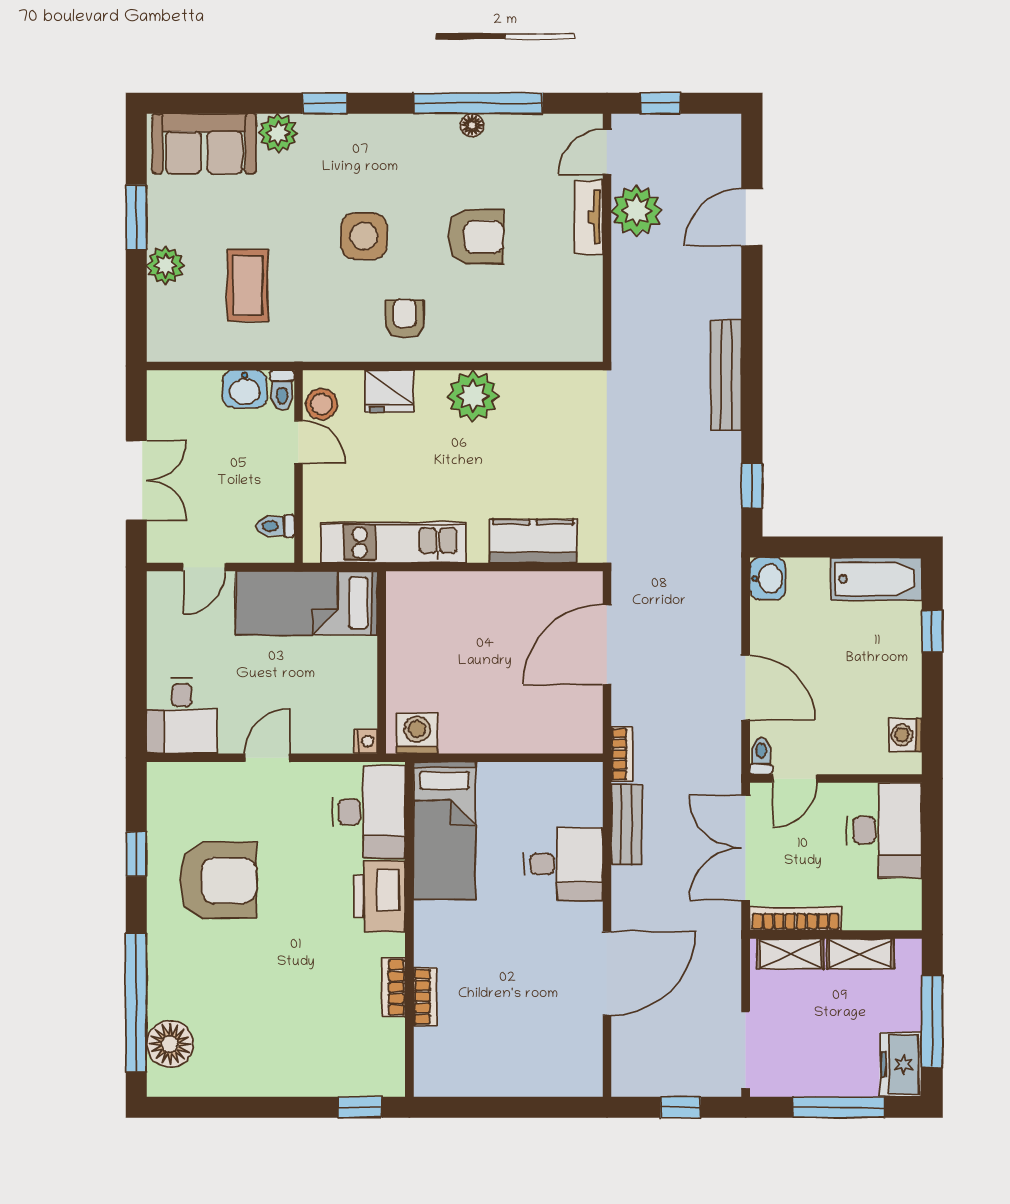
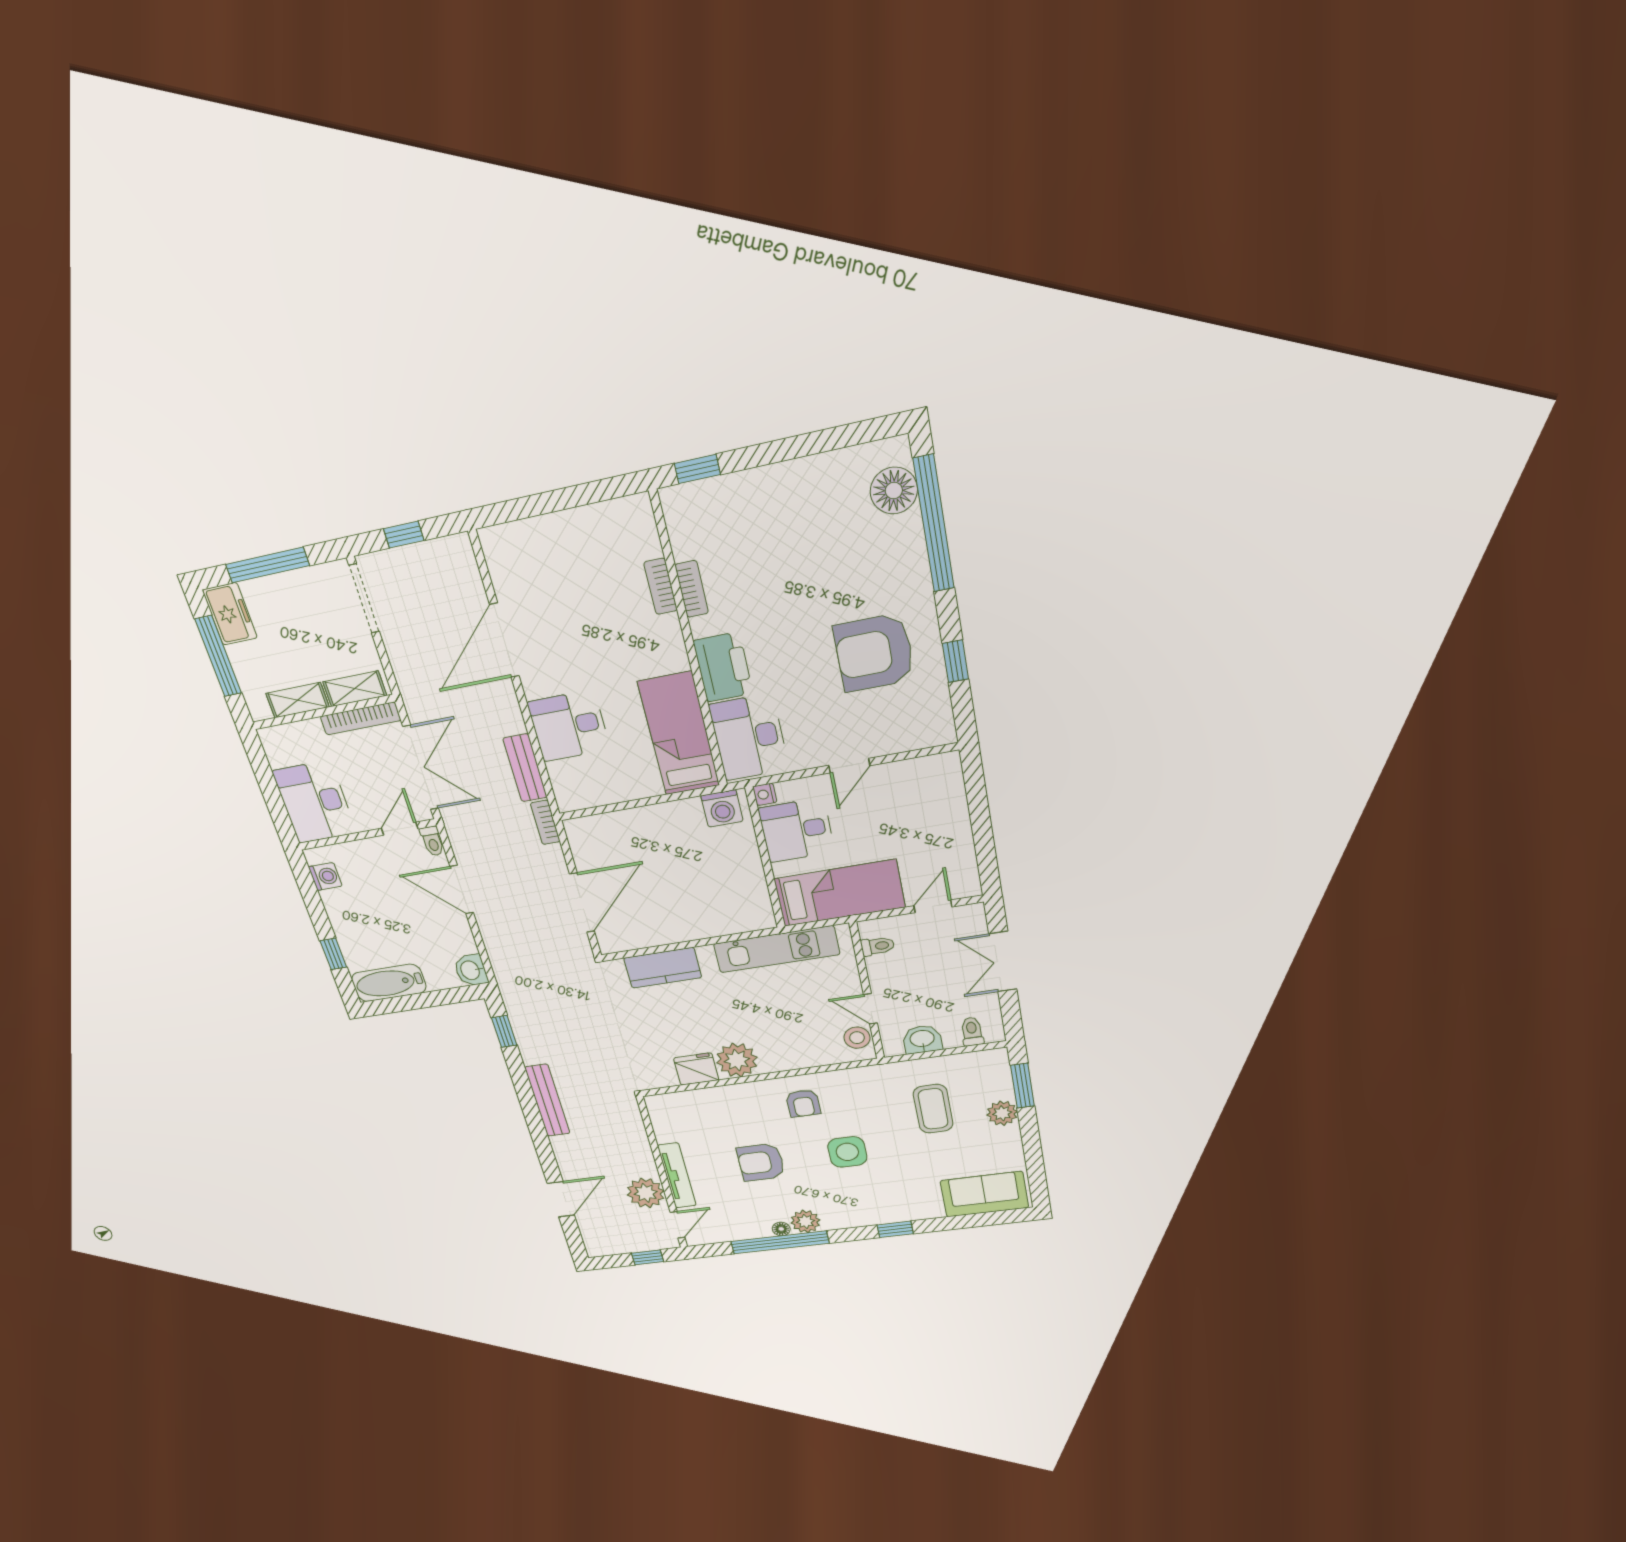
plant: (278, 133) -> (805, 1221), moved
window: (136, 217) -> (1022, 1086), moved
tv unit: (589, 217) -> (677, 1175), width x1.41
toilet: (282, 390) -> (972, 1032), moved
fridge: (389, 391) -> (696, 1069), moved
desk: (182, 716) -> (797, 830), moved, turned -90

